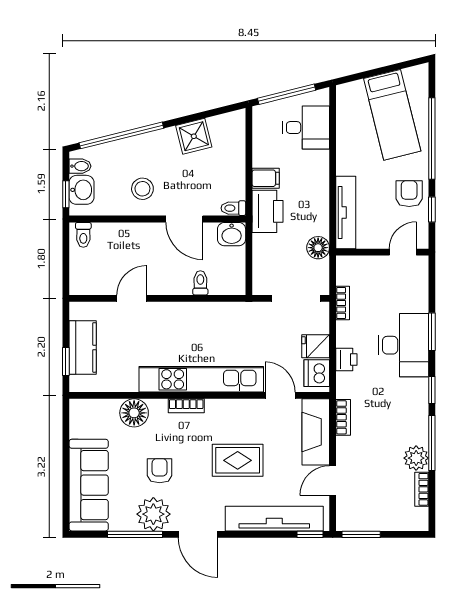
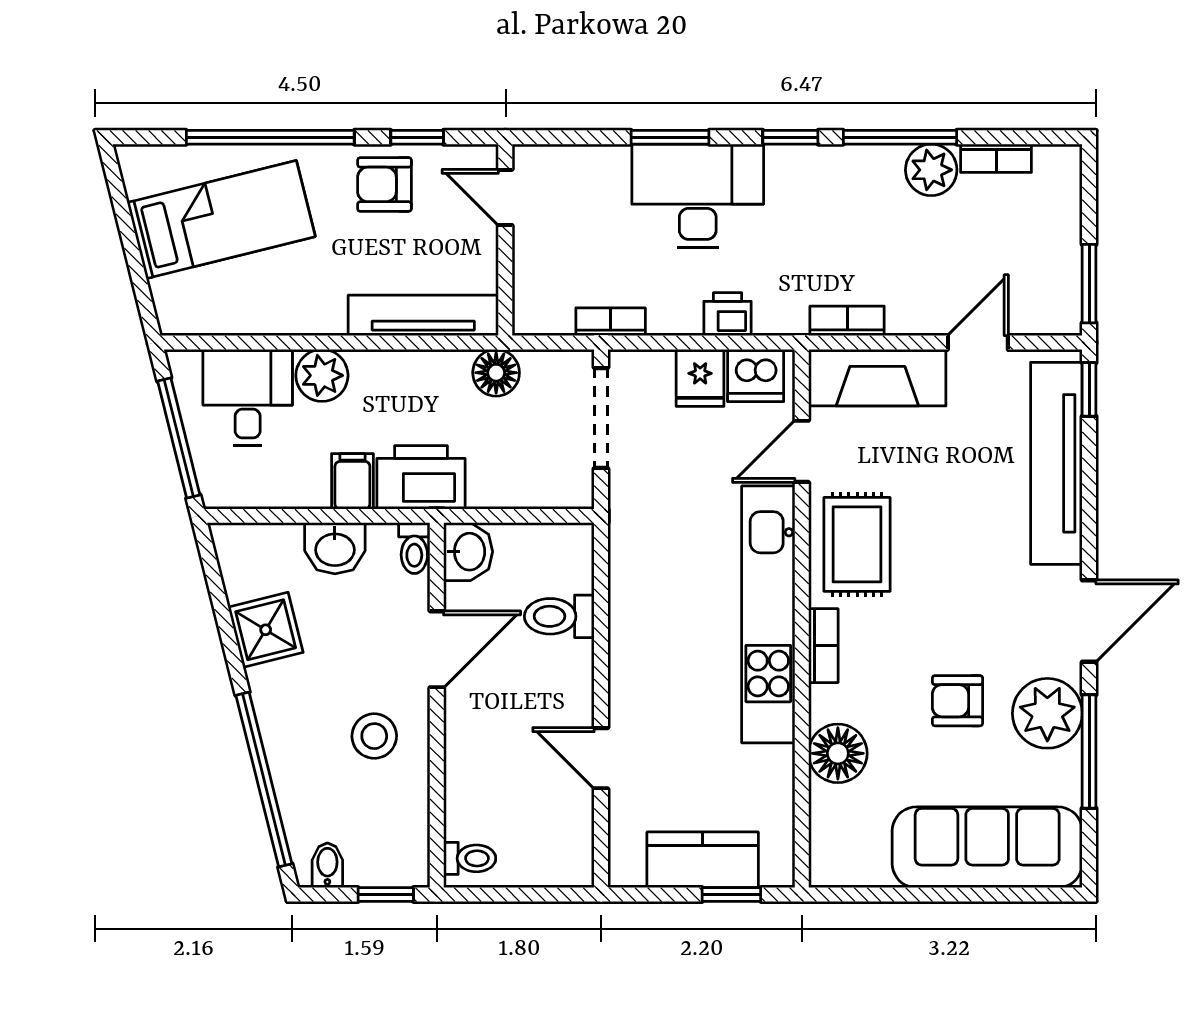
plant: (317, 163) -> (322, 375), added
washbasin: (82, 190) -> (335, 548), moved, turned 180
toilet: (200, 283) -> (559, 616), width x1.37, depth x1.39
rug: (238, 460) -> (857, 544), moved
door: (333, 481) -> (978, 343), swing flipped

